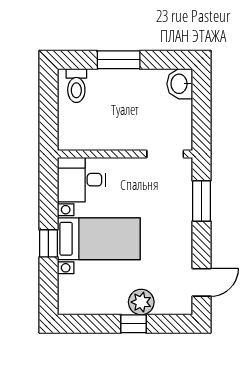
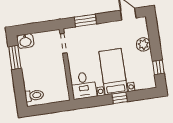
window: (119, 60) -> (15, 58), moved
window: (134, 324) -> (158, 67), moved

